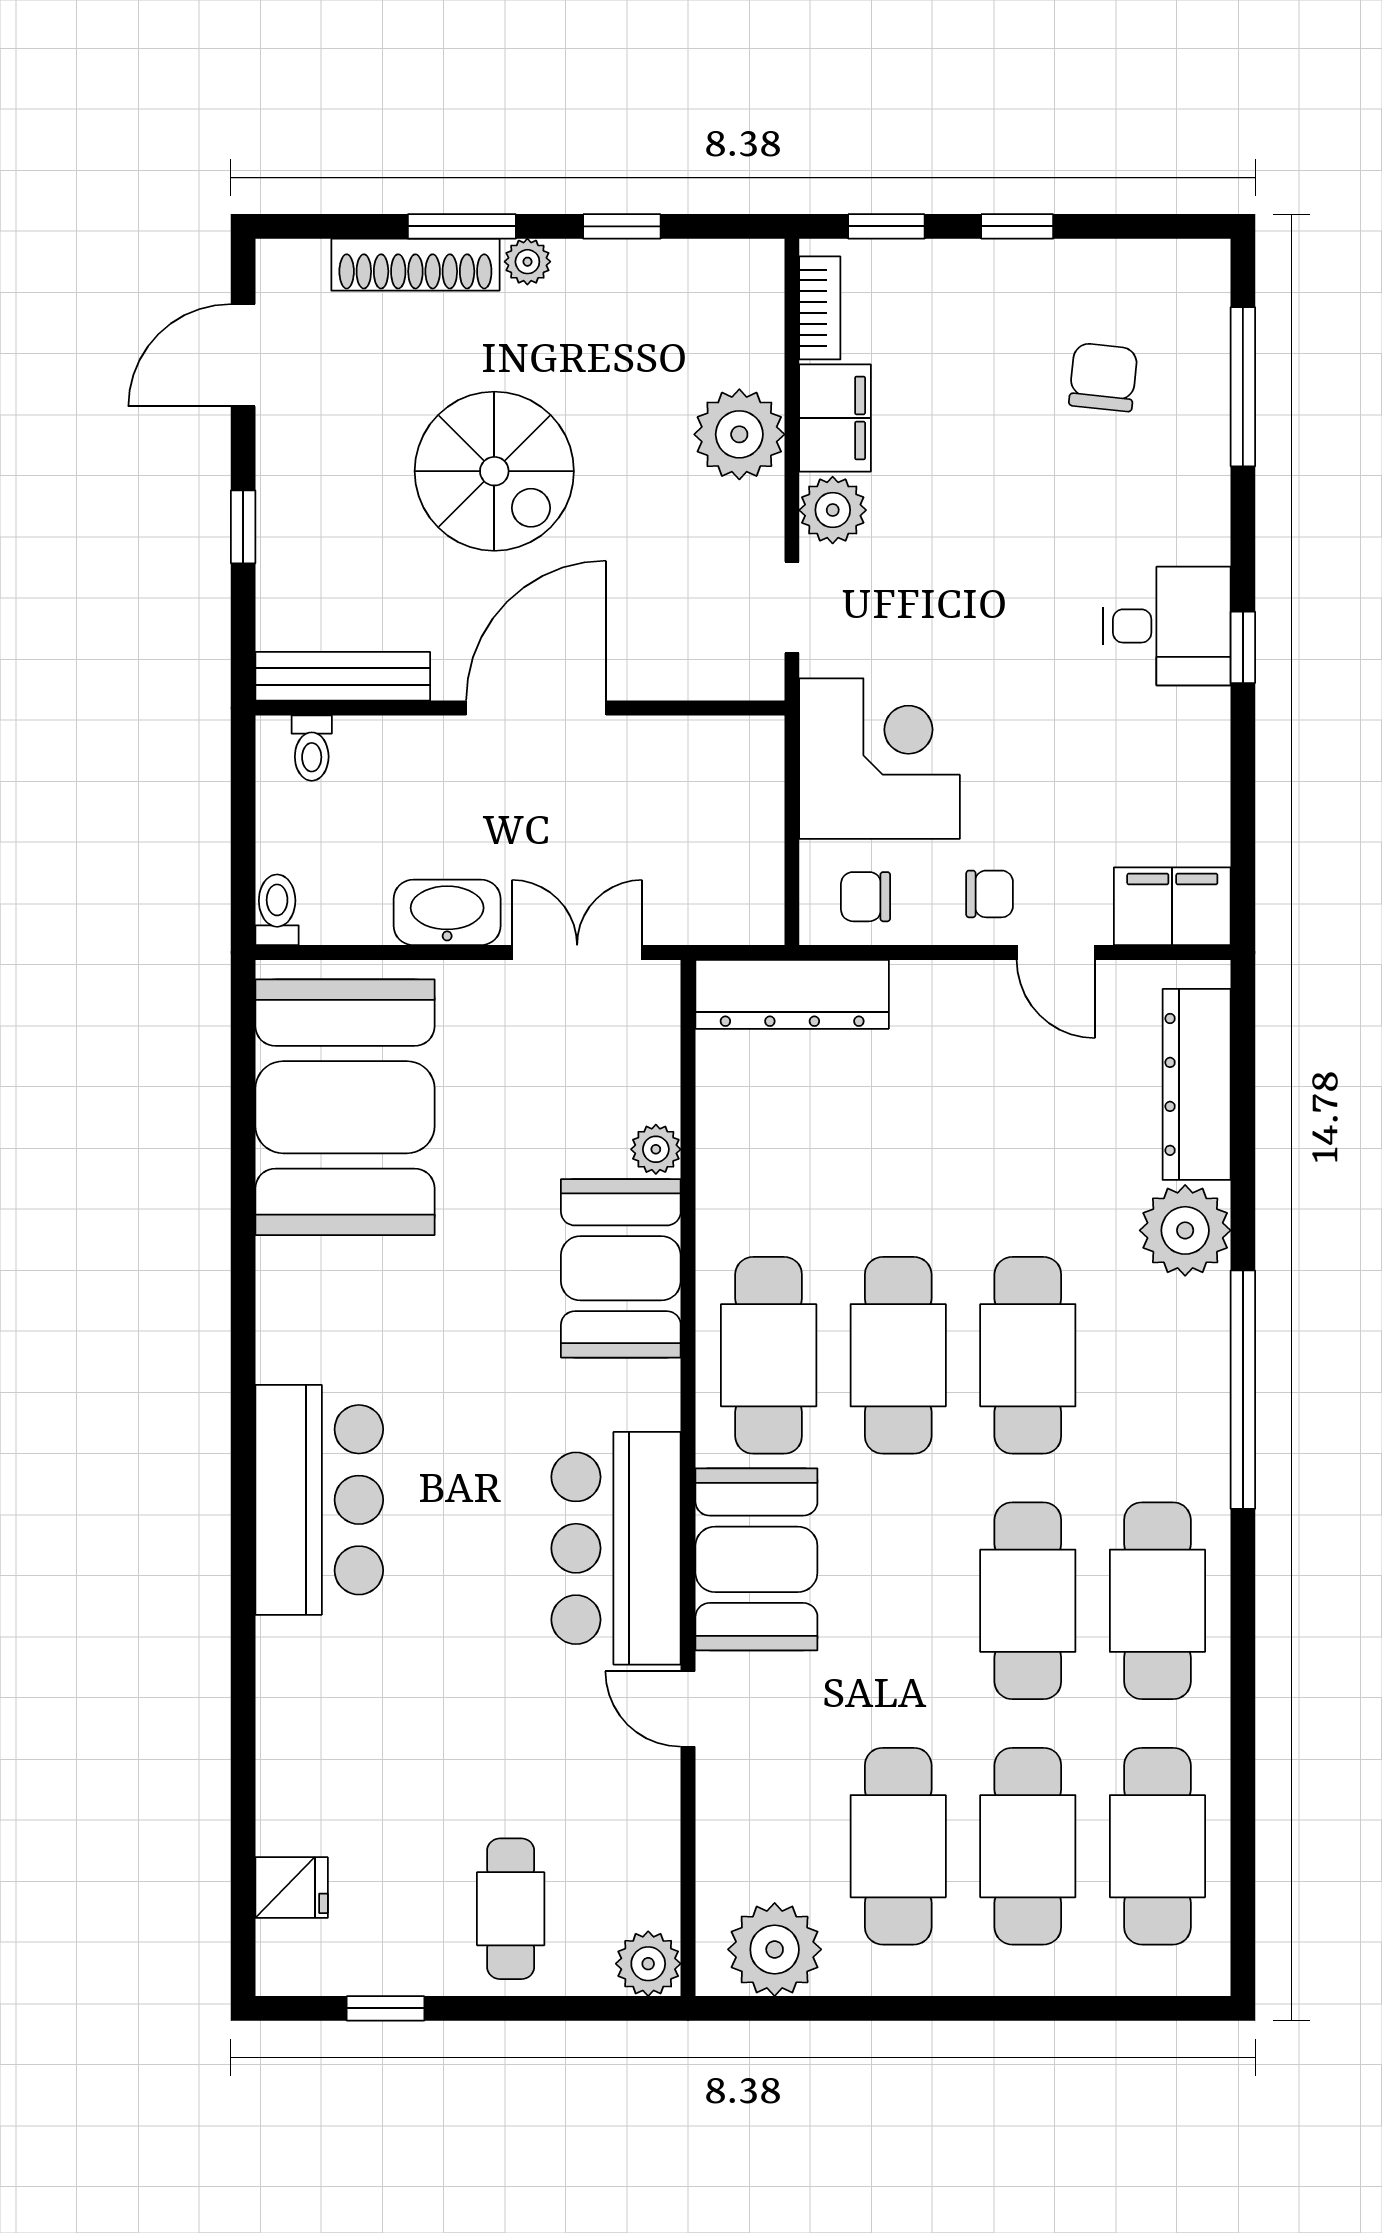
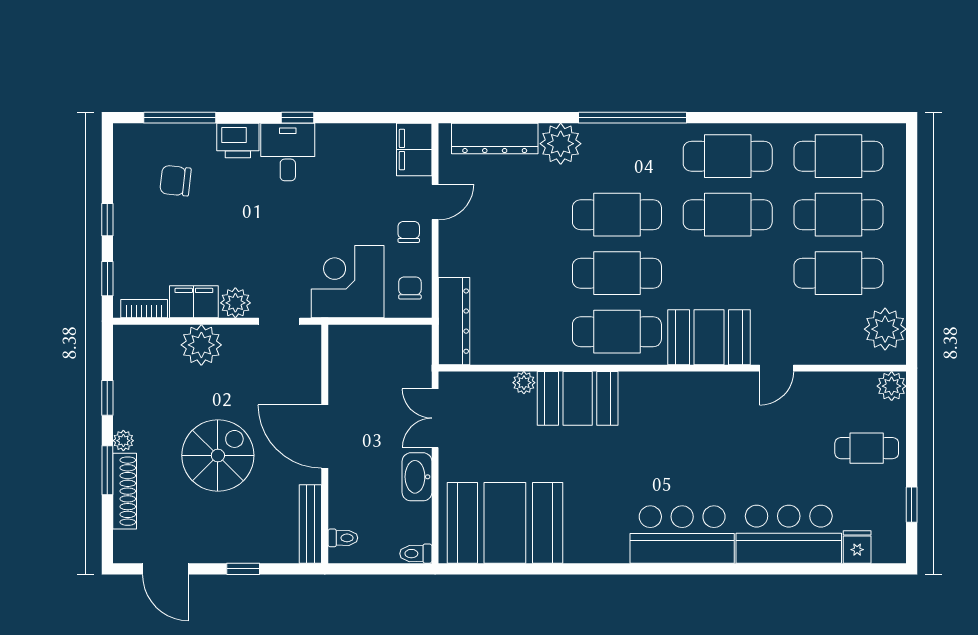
printer: (1192, 515) -> (238, 140), added
chair: (866, 897) -> (410, 288), turned 180
bar counter: (616, 1548) -> (789, 534), moved, turned 180

